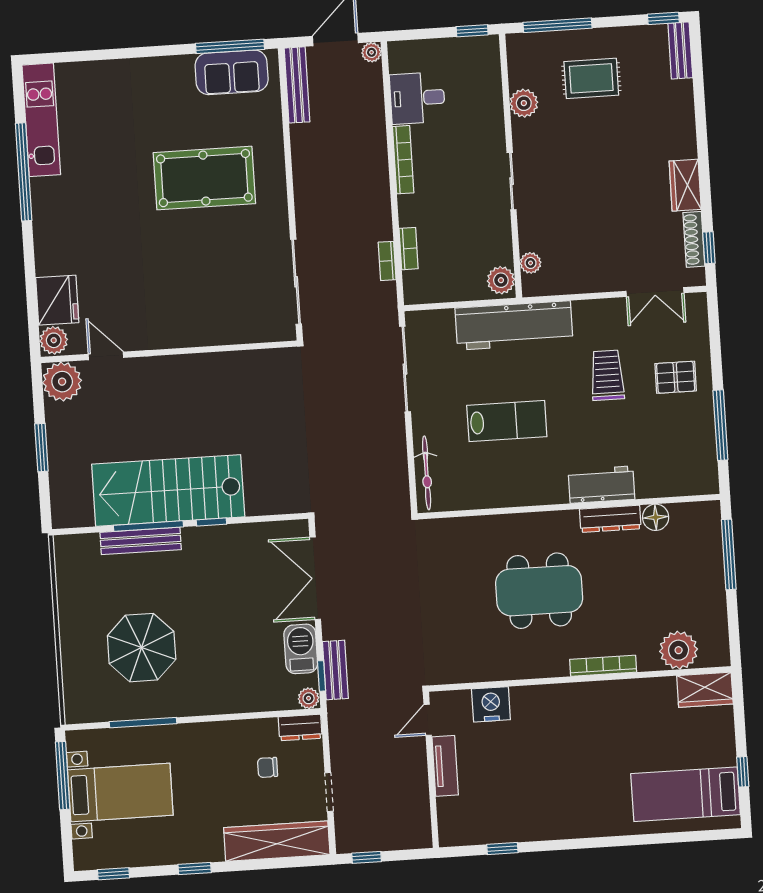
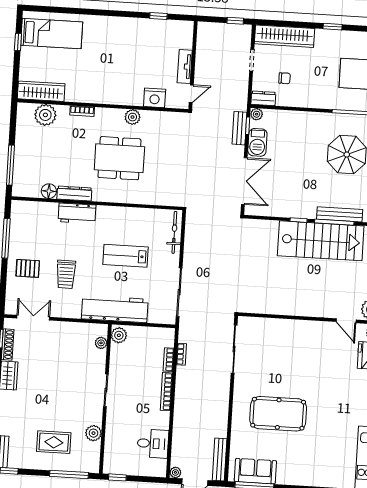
bookcase: (403, 160) -> (166, 392), moved
plant: (525, 666) -> (132, 117), added
bookcase: (603, 666) -> (82, 111), width x0.64
wardrobe: (705, 690) -> (41, 91), width x1.50

